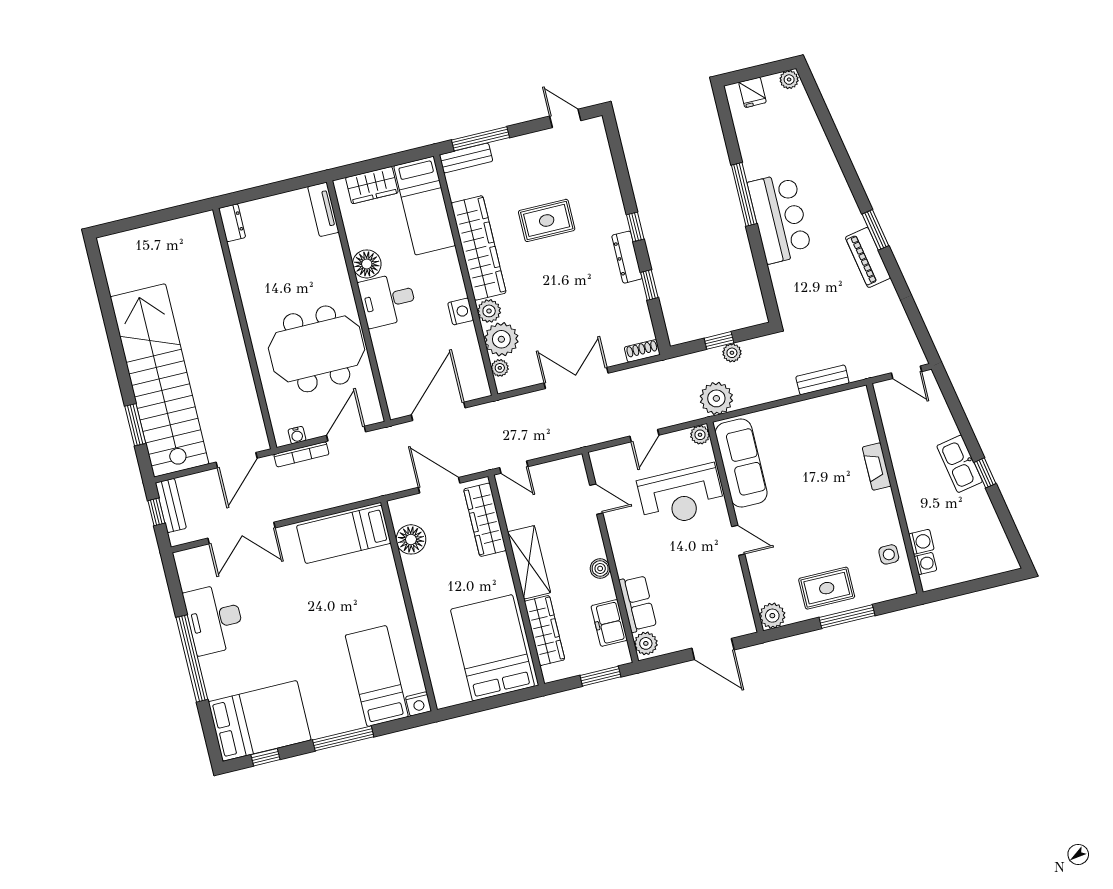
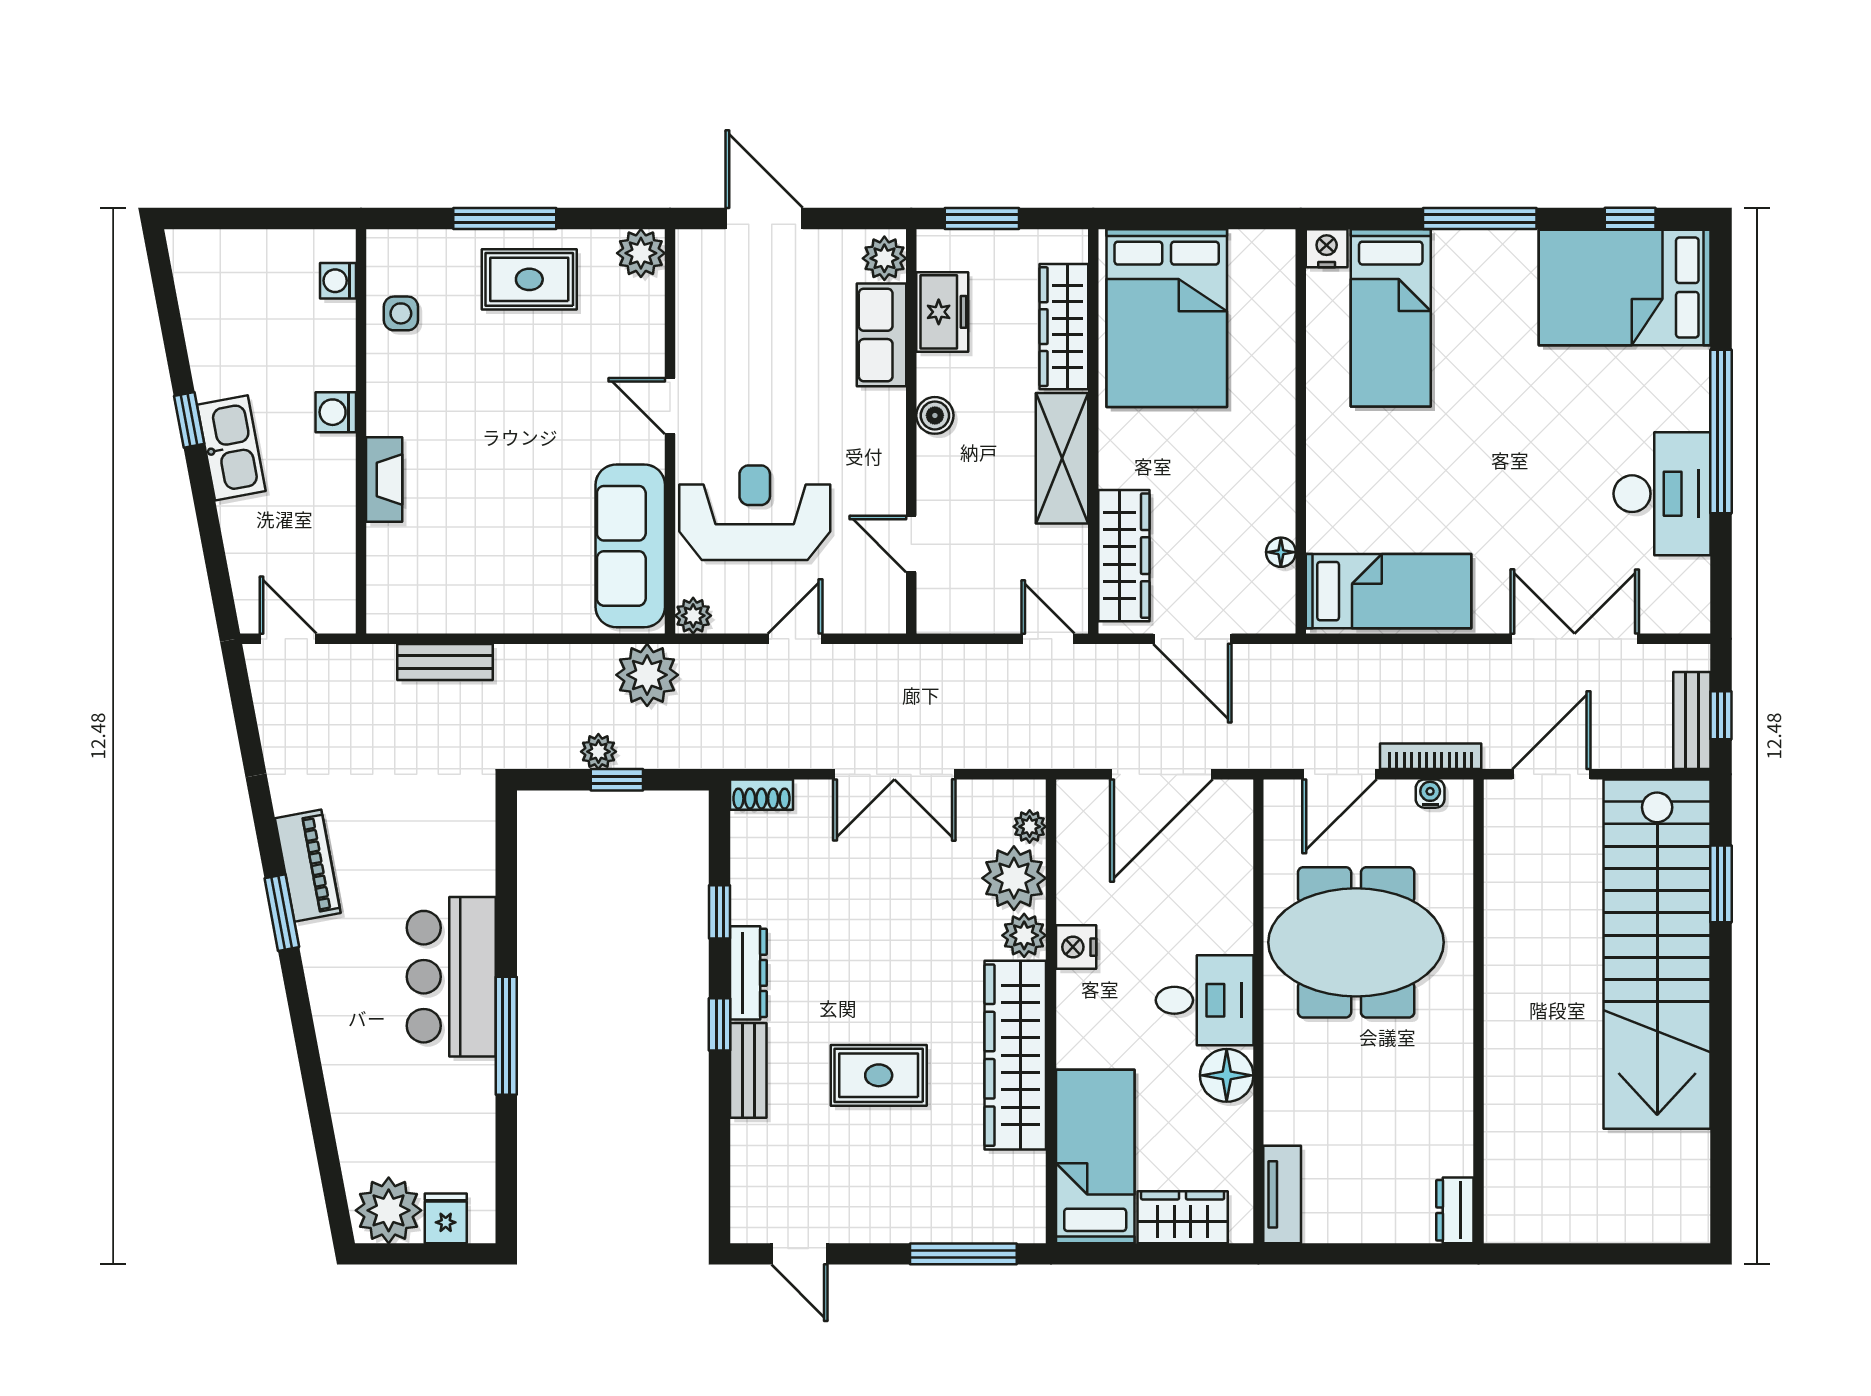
plant: (789, 80) -> (389, 1210), width x1.88, depth x1.88
bench: (466, 158) -> (748, 1070), moved, turned 90
floor lamp: (411, 539) -> (1281, 552), width x0.53, depth x0.53
washing machine: (921, 542) -> (336, 412), moved

